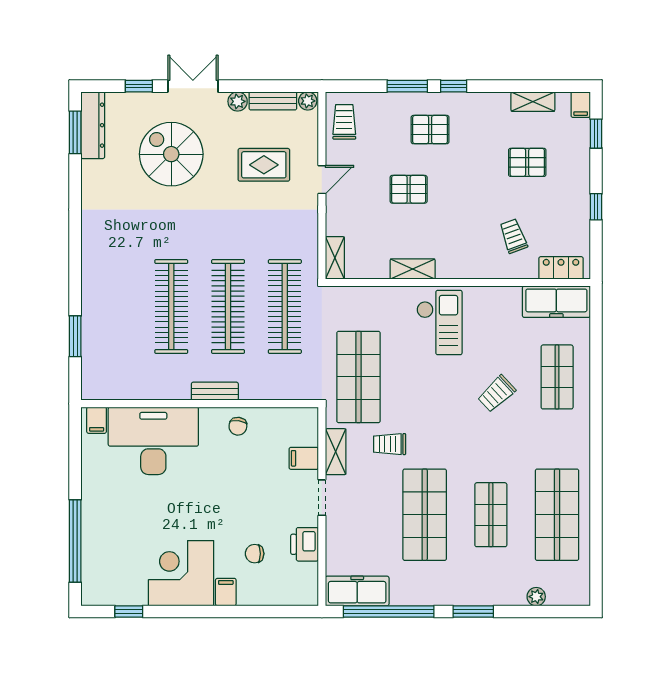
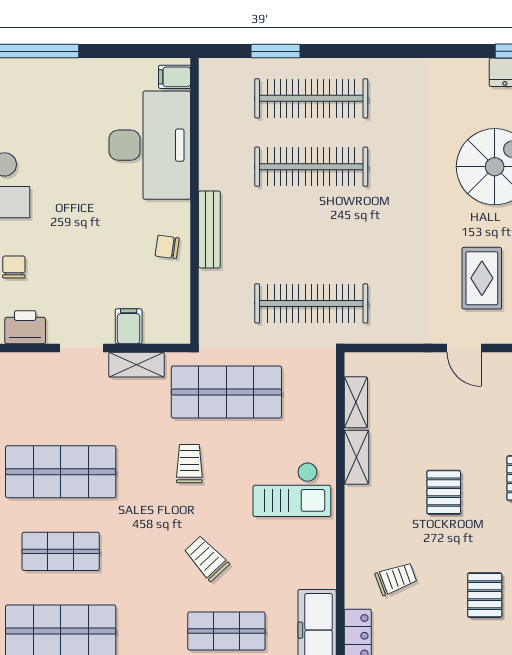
pallet: (409, 189) -> (444, 492), moved
shelving: (335, 258) -> (356, 402), moved, turned 90
clothes rail: (228, 307) -> (311, 98), moved
bench: (215, 391) -> (209, 229), width x1.36
trolley: (390, 444) -> (189, 464), moved

